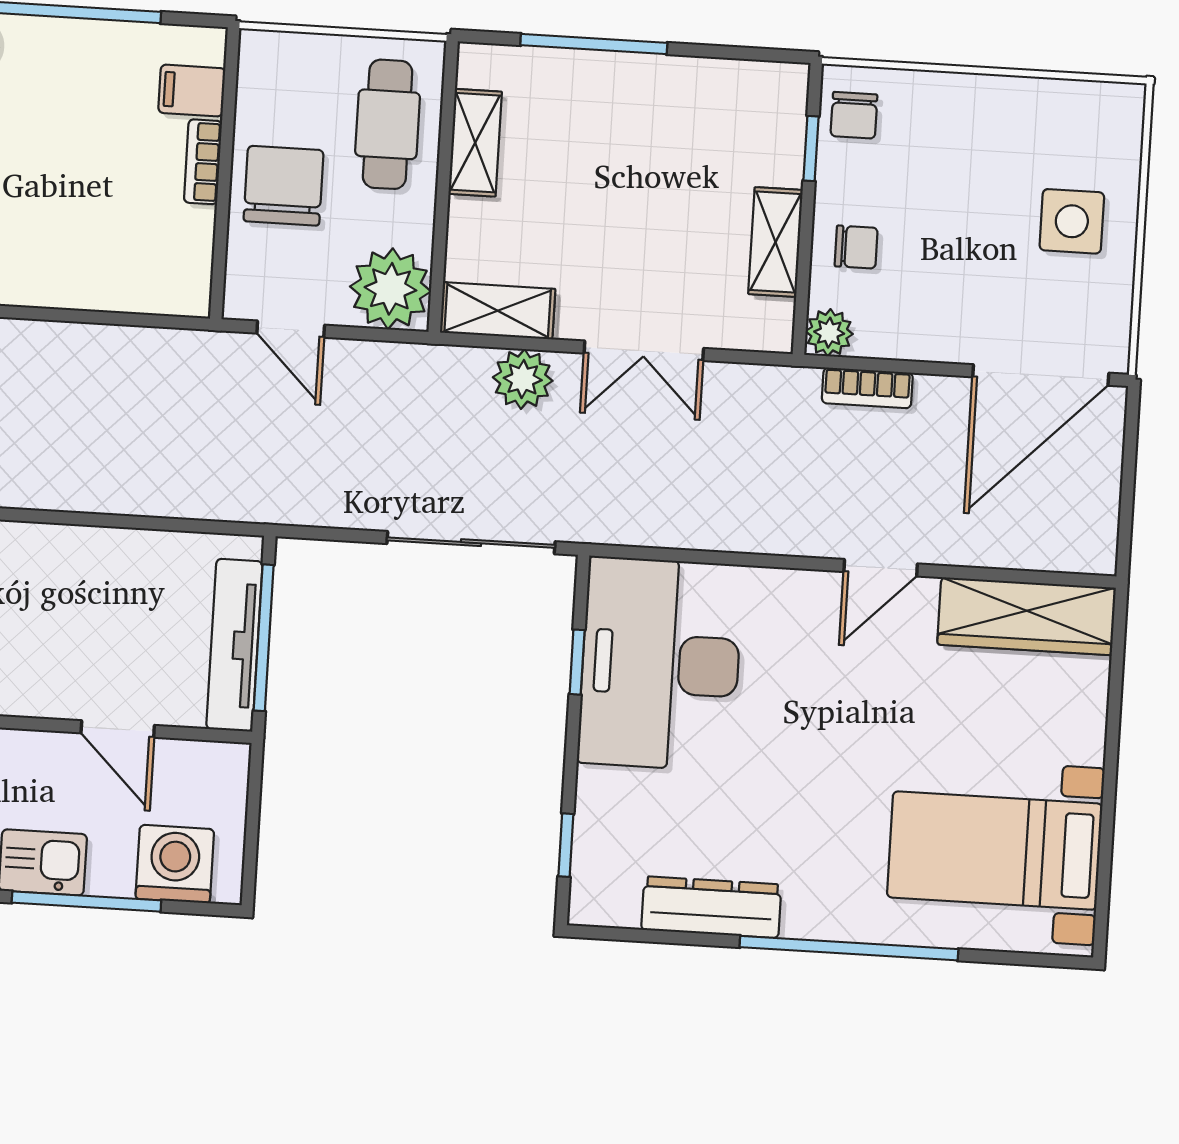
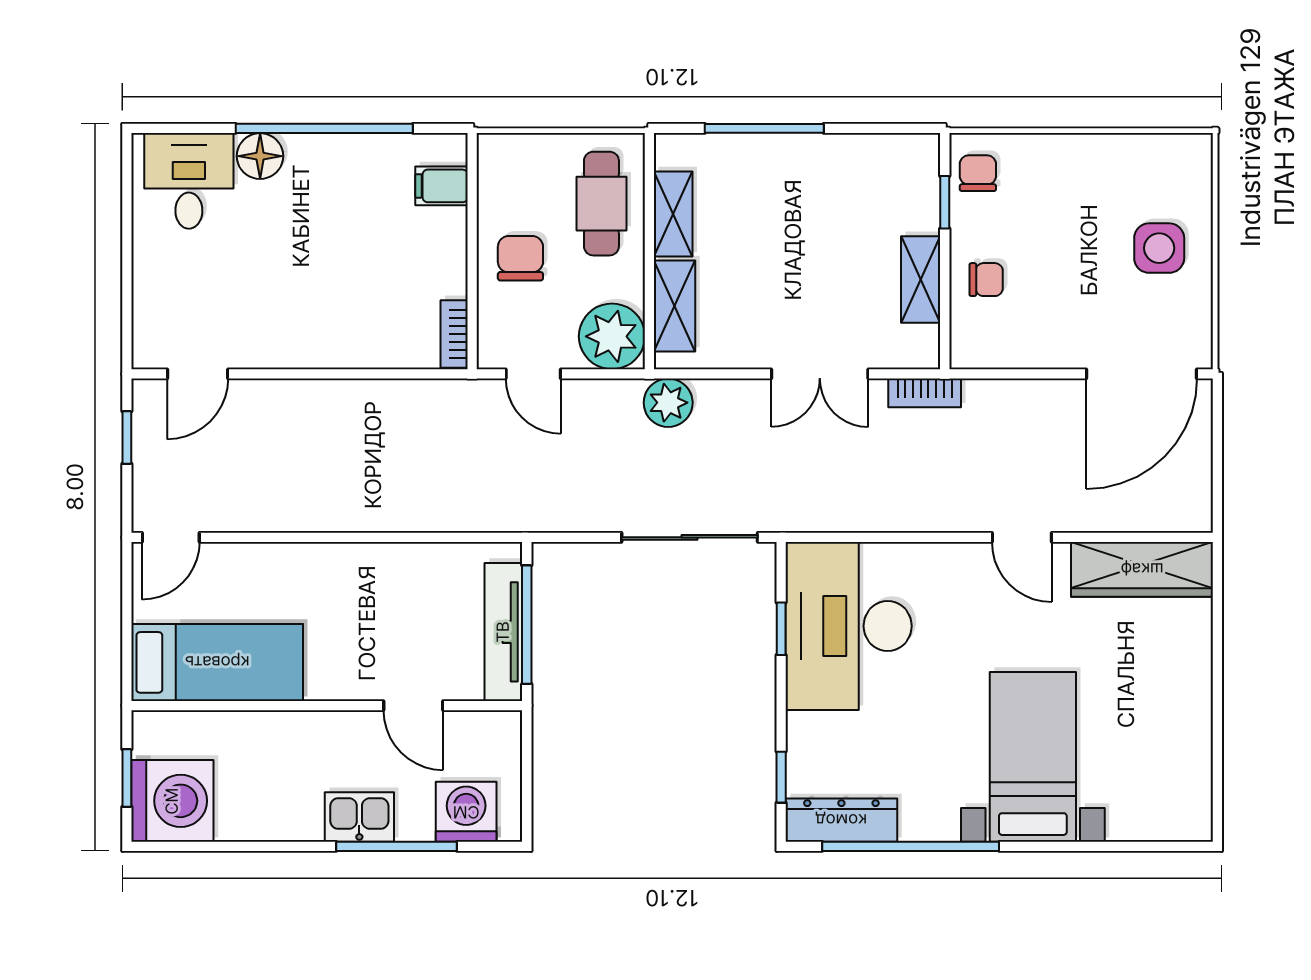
chair: (854, 115) -> (978, 173), turned 180
bookcase: (203, 162) -> (454, 334), moved
chair: (284, 186) -> (520, 258), width x0.73, depth x0.73
shelving: (498, 311) -> (674, 306), moved, turned 90
plant: (829, 333) -> (969, 350), removed
plant: (523, 379) -> (668, 403), moved
bookcase: (867, 388) -> (925, 393), moved
door: (881, 568) -> (1022, 537), hinge flipped
bed with nightstands: (995, 851) -> (1033, 757), moved, turned 90
dresser: (711, 907) -> (841, 820), moved
window: (849, 948) -> (911, 846), moved

